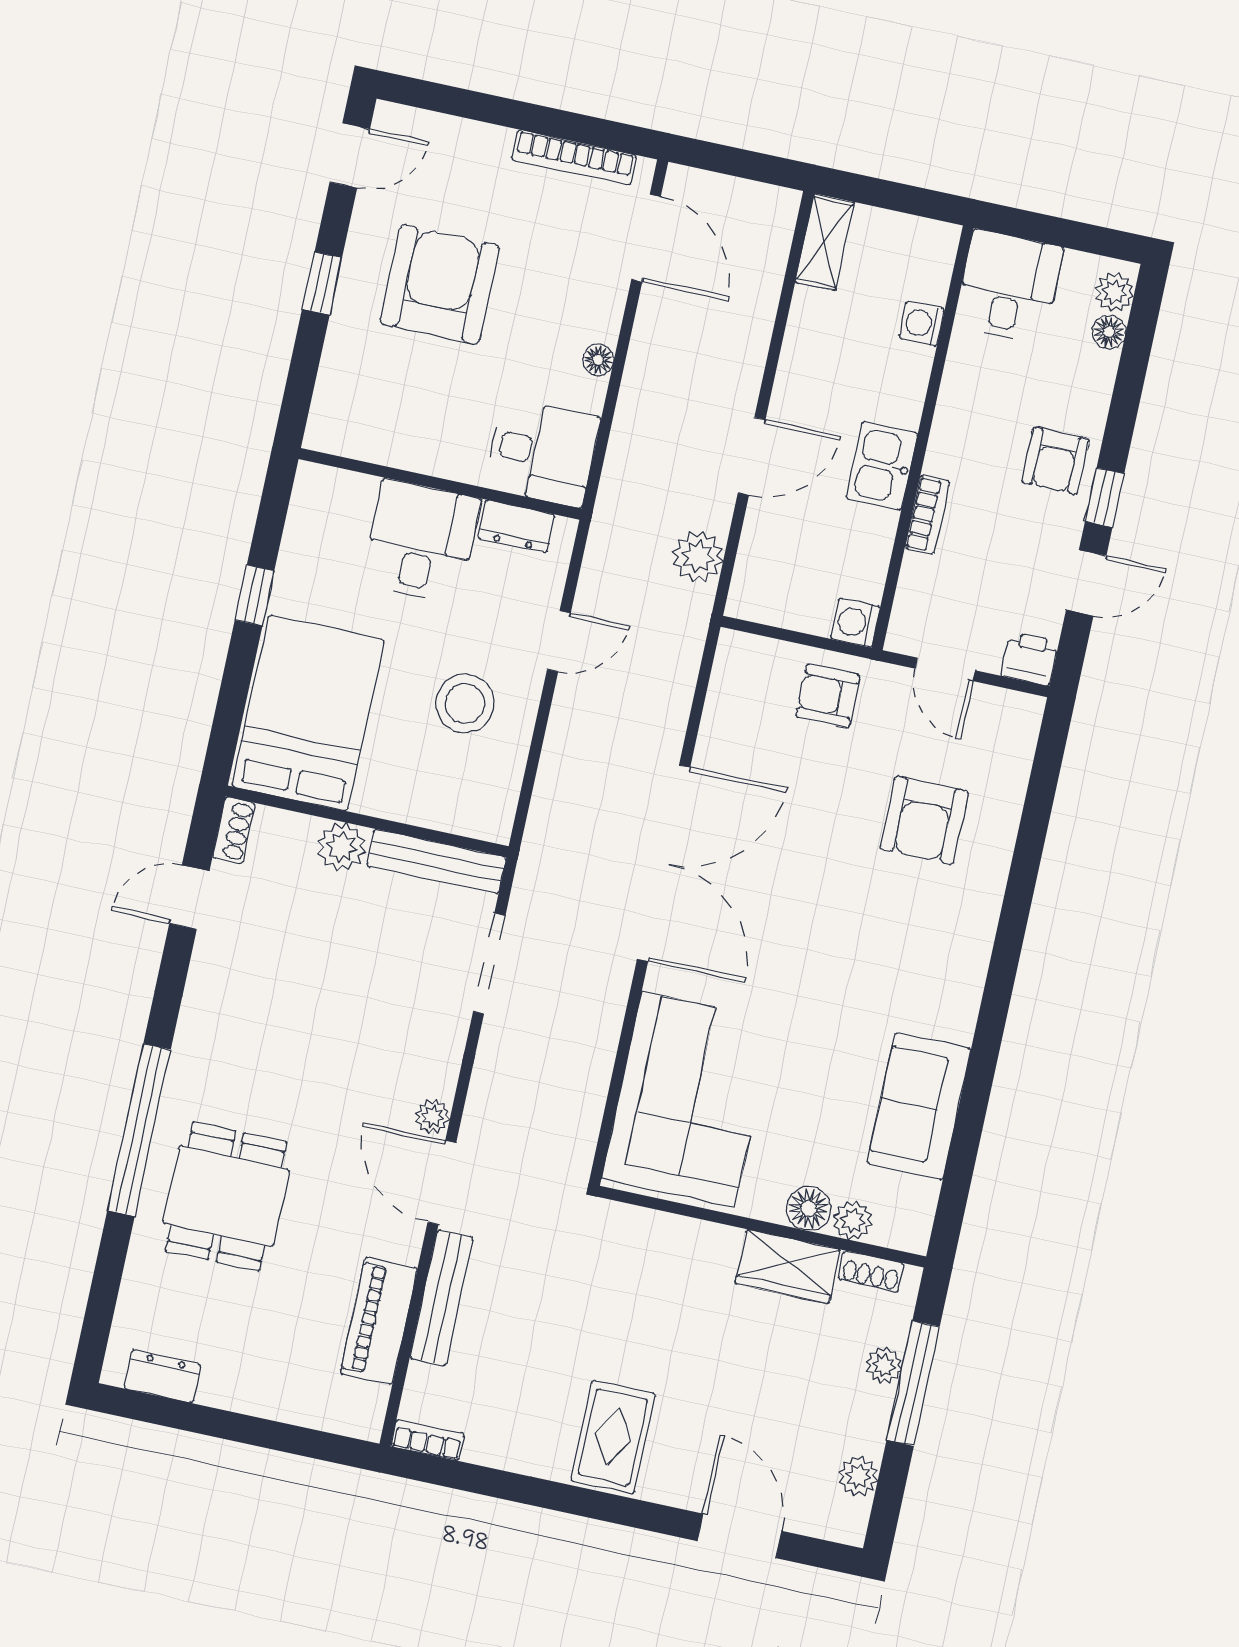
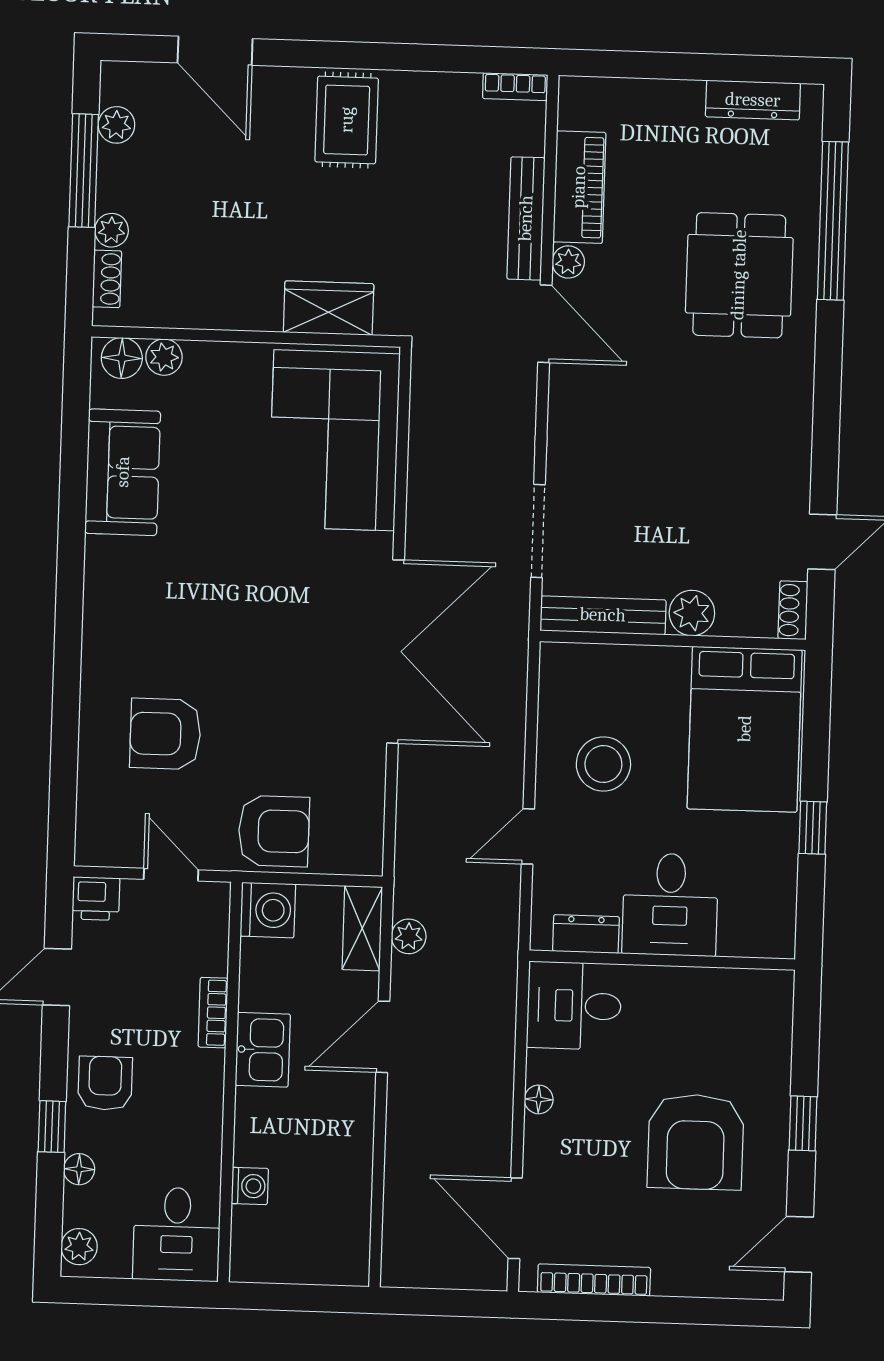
shelving: (825, 242) -> (362, 928), moved
floor lamp: (1109, 332) -> (79, 1169), moved
window: (1105, 498) -> (52, 1127), moved
plant: (698, 557) -> (409, 936), width x0.73, depth x0.73
washing machine: (855, 623) -> (268, 910), width x1.38, depth x1.38
armchair: (828, 696) -> (274, 831), width x1.38, depth x1.38
armchair: (924, 820) -> (165, 734), turned -90
double door: (664, 863) -> (396, 652), swing flipped
plant: (433, 1117) -> (568, 262), moved
window: (139, 1130) -> (833, 221), moved
floor lamp: (809, 1208) -> (122, 358), moved
wardrobe: (788, 1266) -> (329, 308), moved
shoe rack: (871, 1271) -> (107, 279), moved, turned 90
dresser: (163, 1377) -> (753, 100), width x1.44
window: (913, 1383) -> (84, 171), moved

